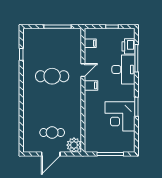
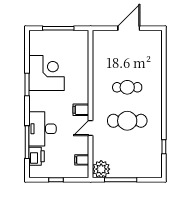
cafe table: (52, 133) -> (127, 87), moved
plant: (74, 145) -> (101, 169), moved

